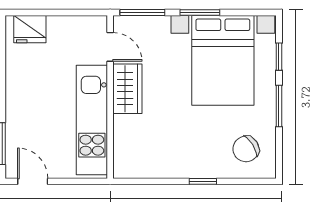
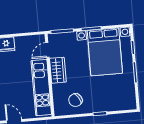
door: (110, 47) -> (47, 50), swing flipped
chair: (246, 149) -> (75, 100), moved

